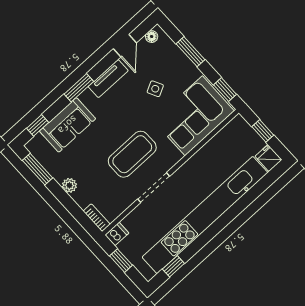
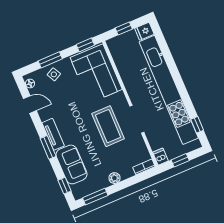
tv unit: (108, 79) -> (53, 134), moved
side table: (155, 89) -> (54, 74), moved

